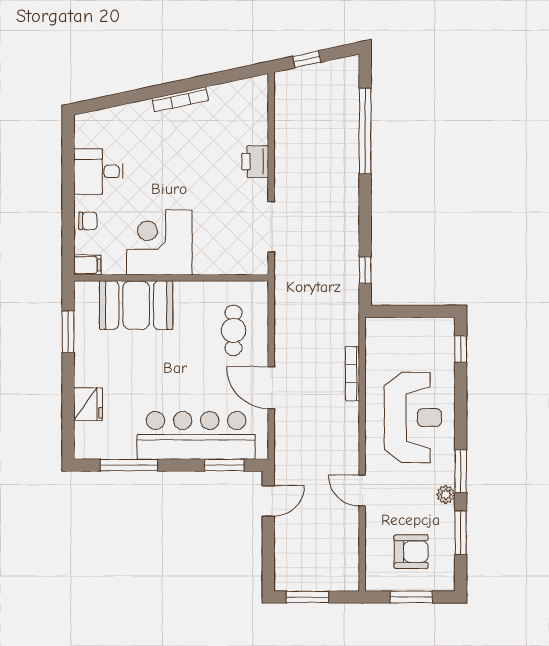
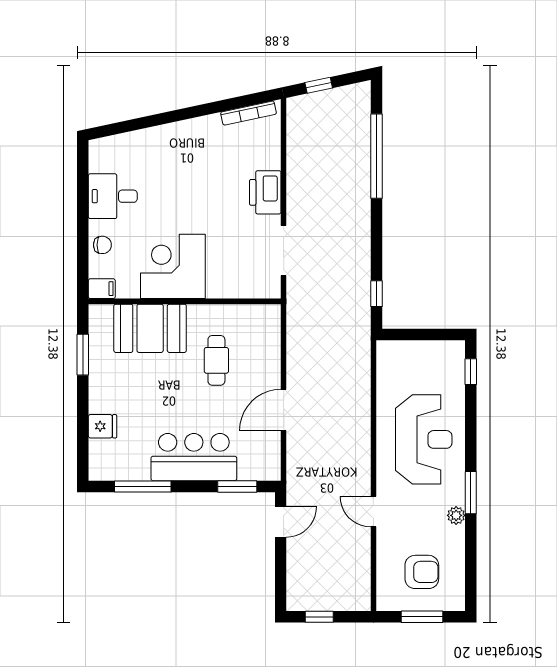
bookcase: (180, 99) -> (249, 113), moved
printer: (255, 162) -> (265, 192), width x1.37, depth x1.19
cafe table: (234, 330) -> (216, 360), moved
bookcase: (352, 374) -> (364, 396), removed
door: (271, 388) -> (284, 410), hinge flipped
fridge: (88, 404) -> (102, 426), width x0.72
bar counter: (196, 435) -> (194, 457), width x0.73
window: (461, 533) -> (471, 553), removed
window: (307, 597) -> (319, 617), width x0.67

